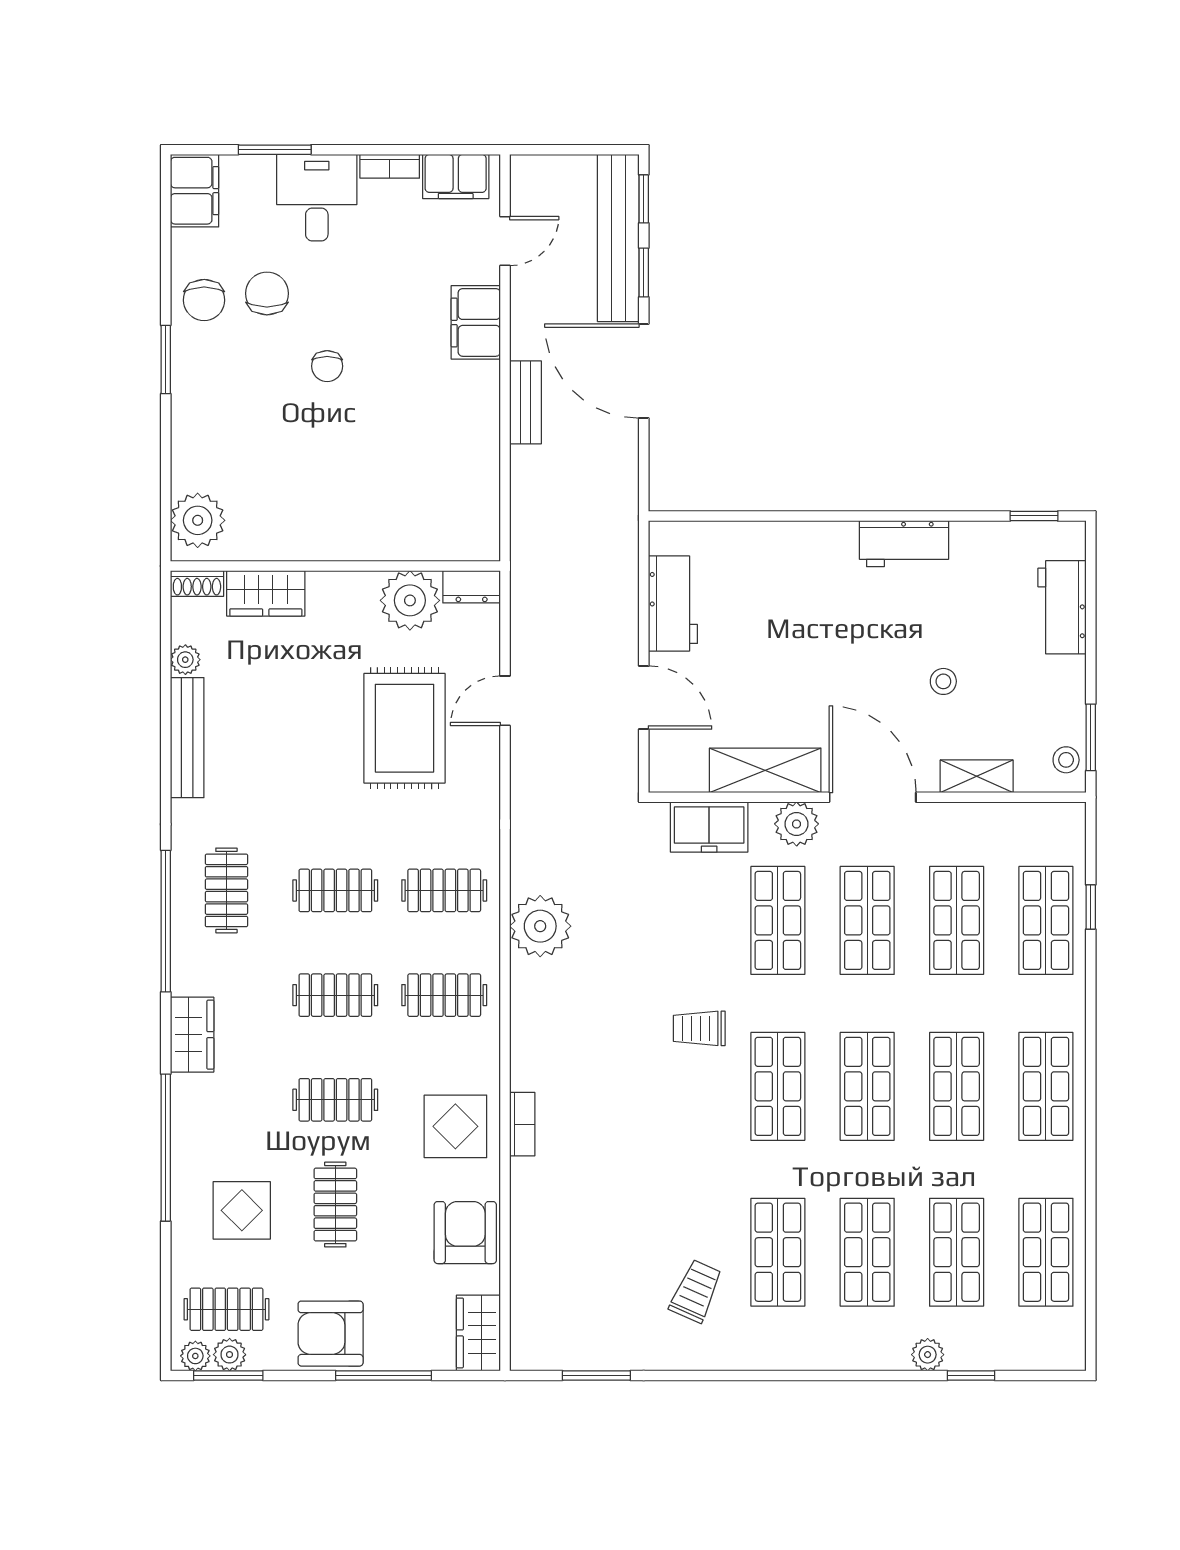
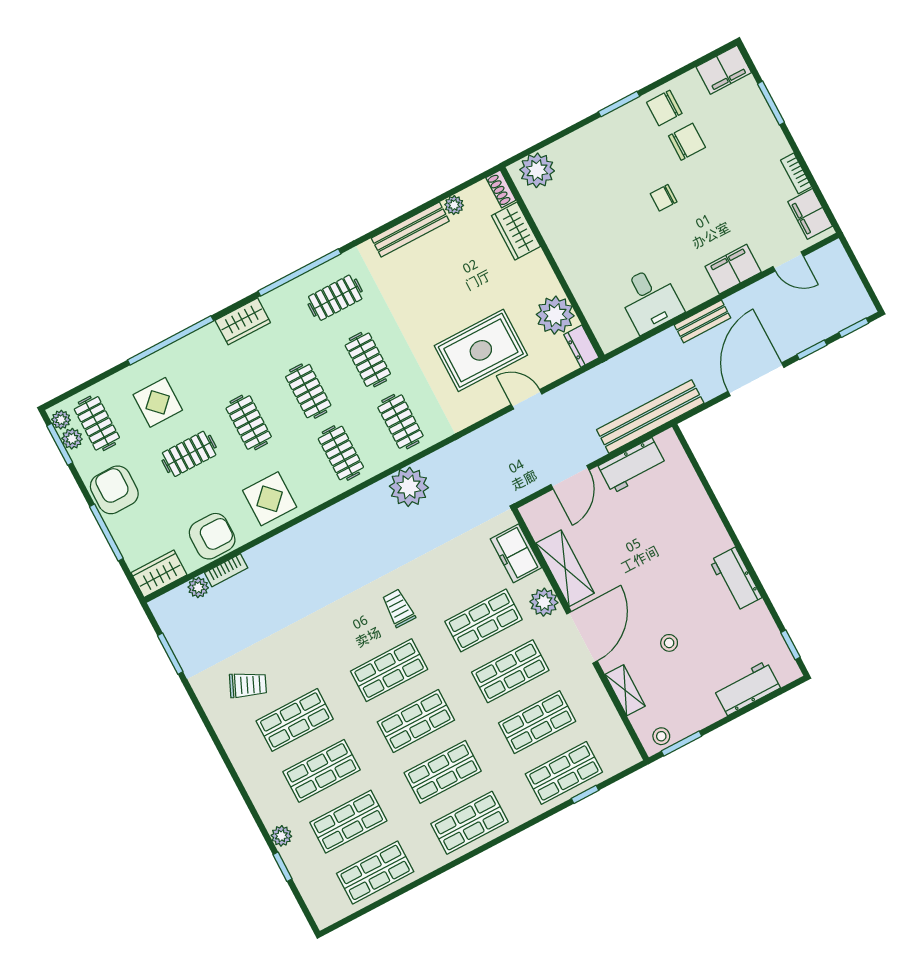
desk: (317, 198) -> (650, 299), moved, turned 90
bench: (618, 238) -> (650, 416), moved
bookcase: (522, 1124) -> (226, 570), moved
plant: (526, 1289) -> (198, 587), added

